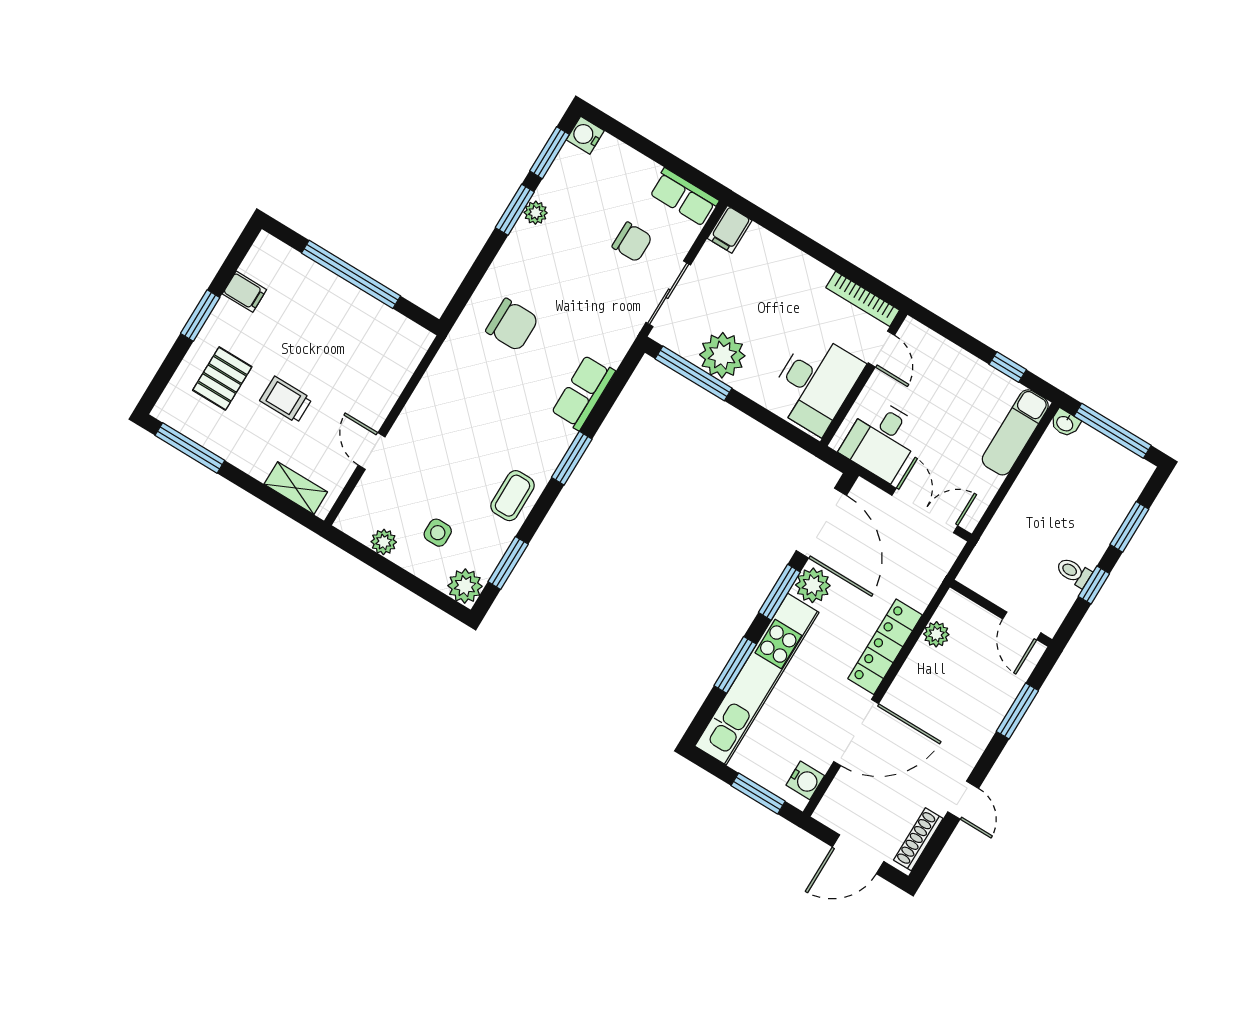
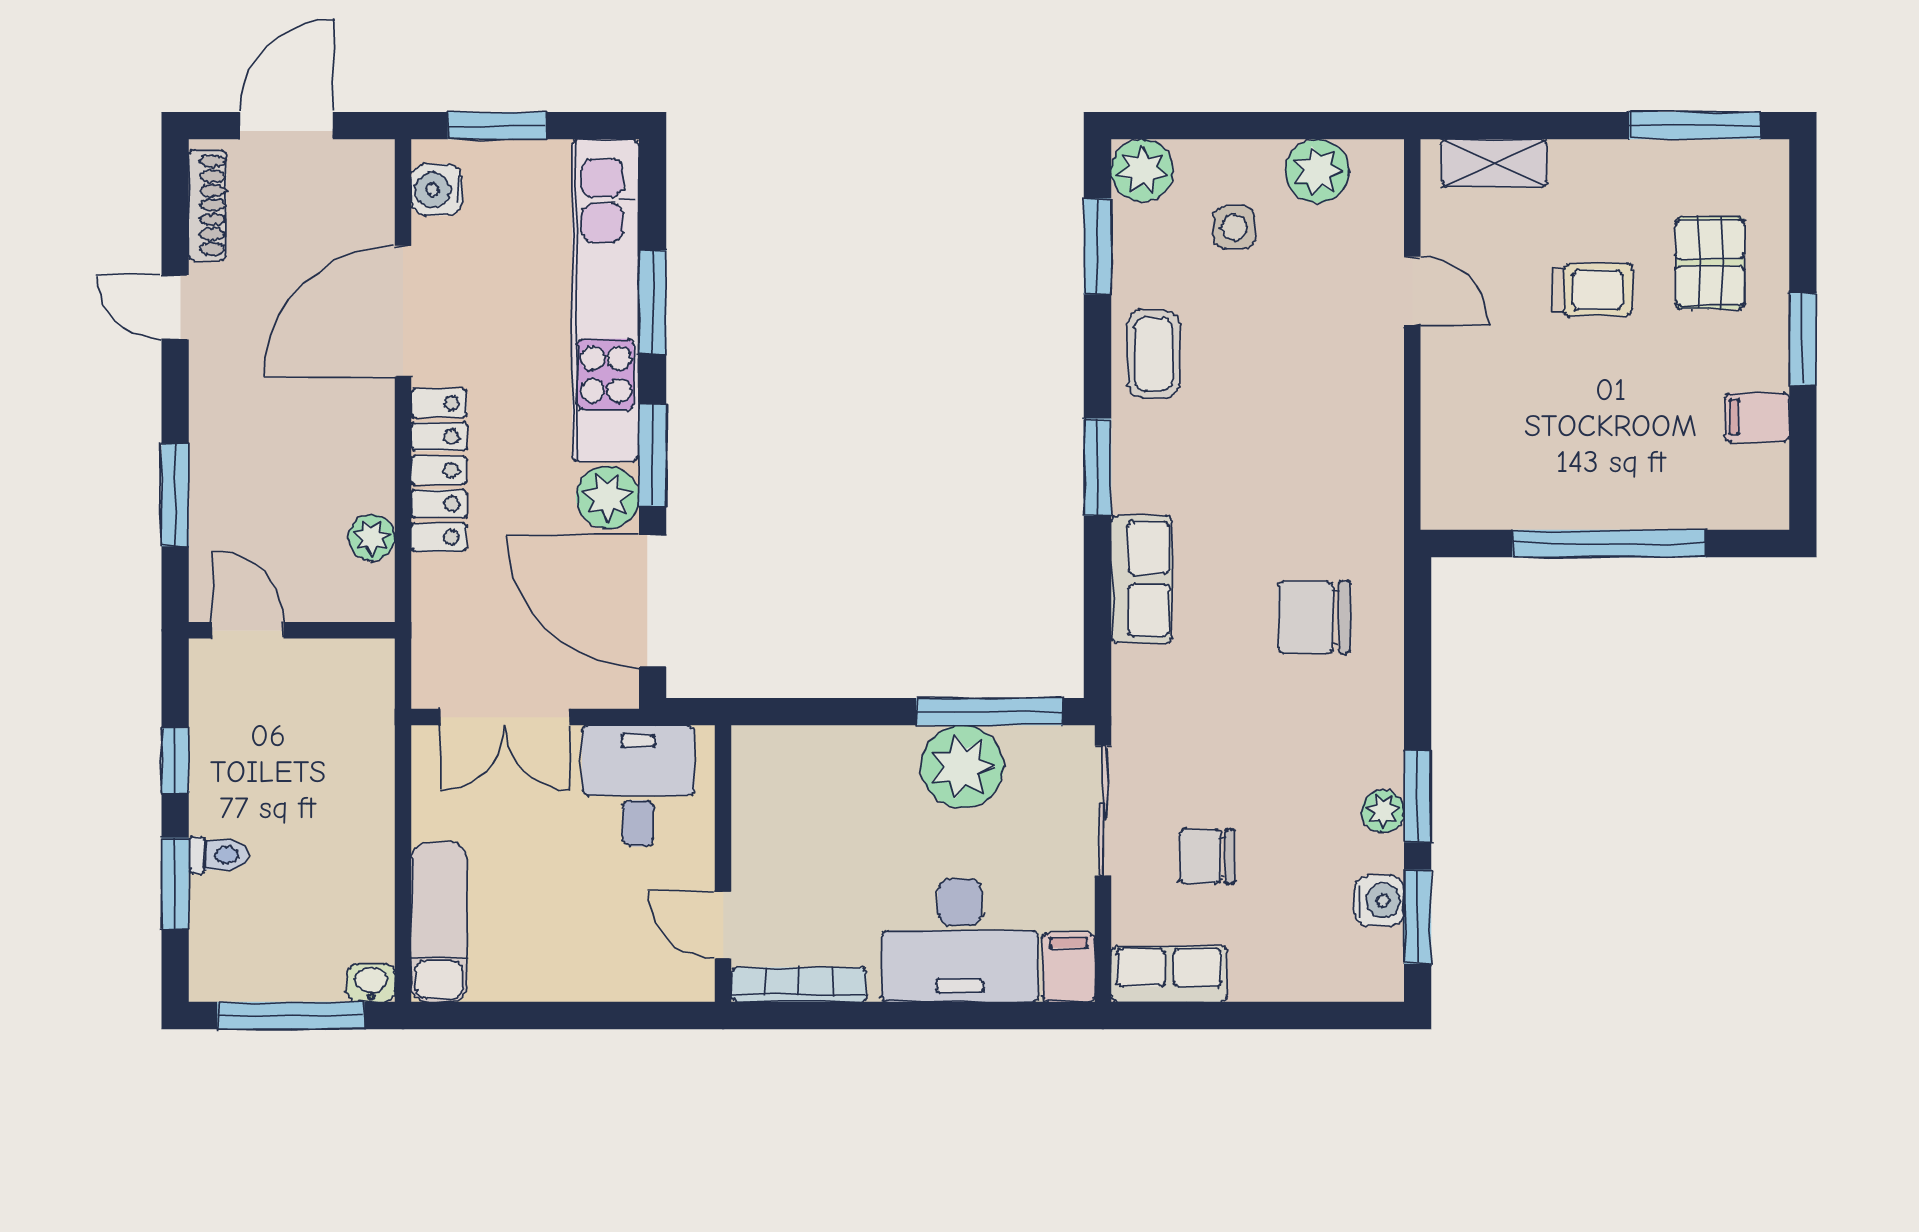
water cooler: (585, 135) -> (1379, 901), moved
window: (1008, 367) -> (512, 1016), removed
desk: (815, 383) -> (960, 940), moved, turned -90
plant: (384, 542) -> (1317, 171), width x1.38, depth x1.38
toilet: (1074, 572) -> (218, 855), moved

